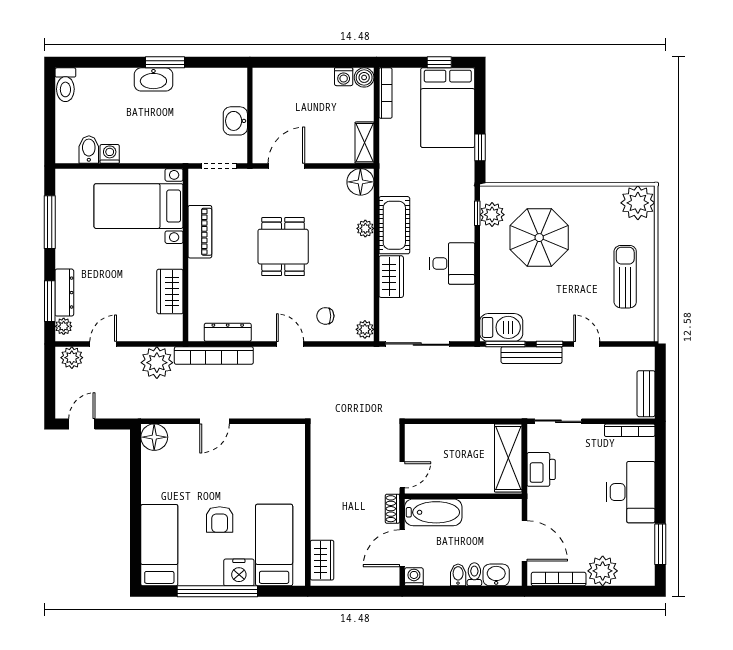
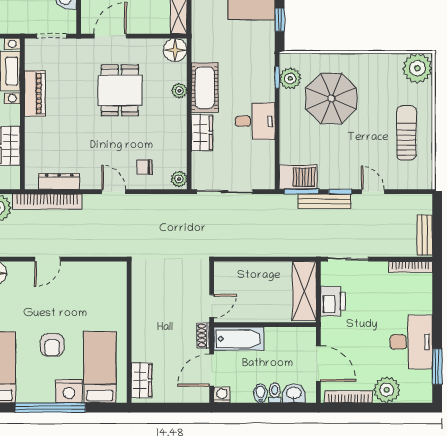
dining table: (283, 247) -> (120, 90), moved
desk: (631, 492) -> (411, 342), moved

